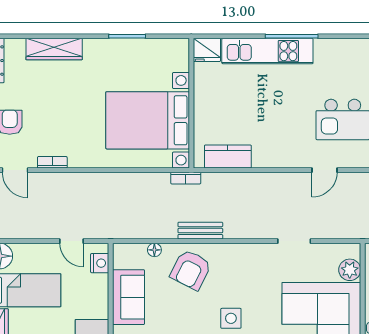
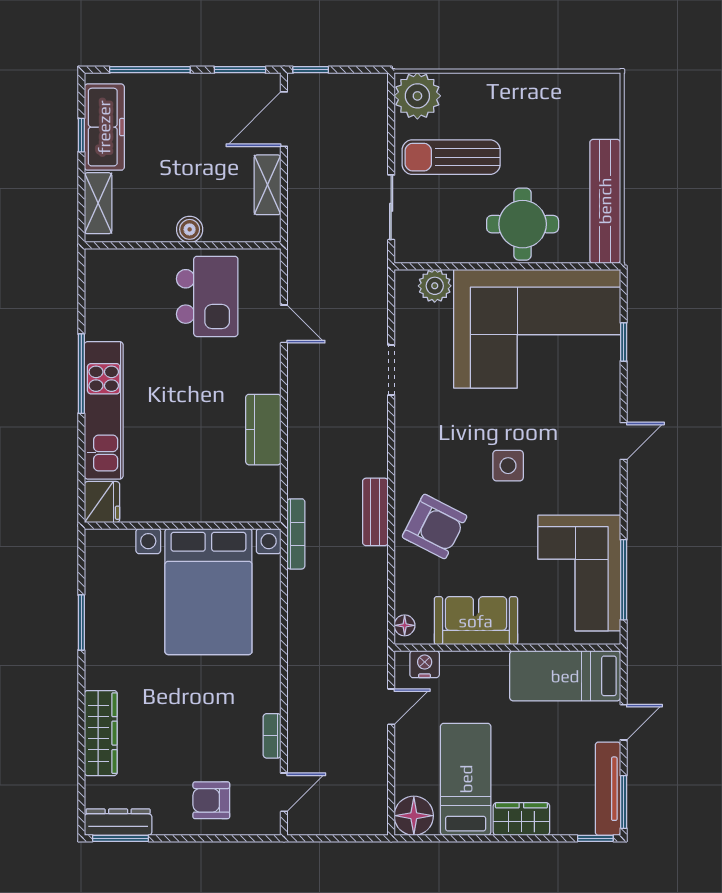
kitchen counter: (228, 157) -> (263, 430), moved
bookcase: (186, 178) -> (296, 534), width x1.56
floor lamp: (154, 250) -> (405, 625), moved

